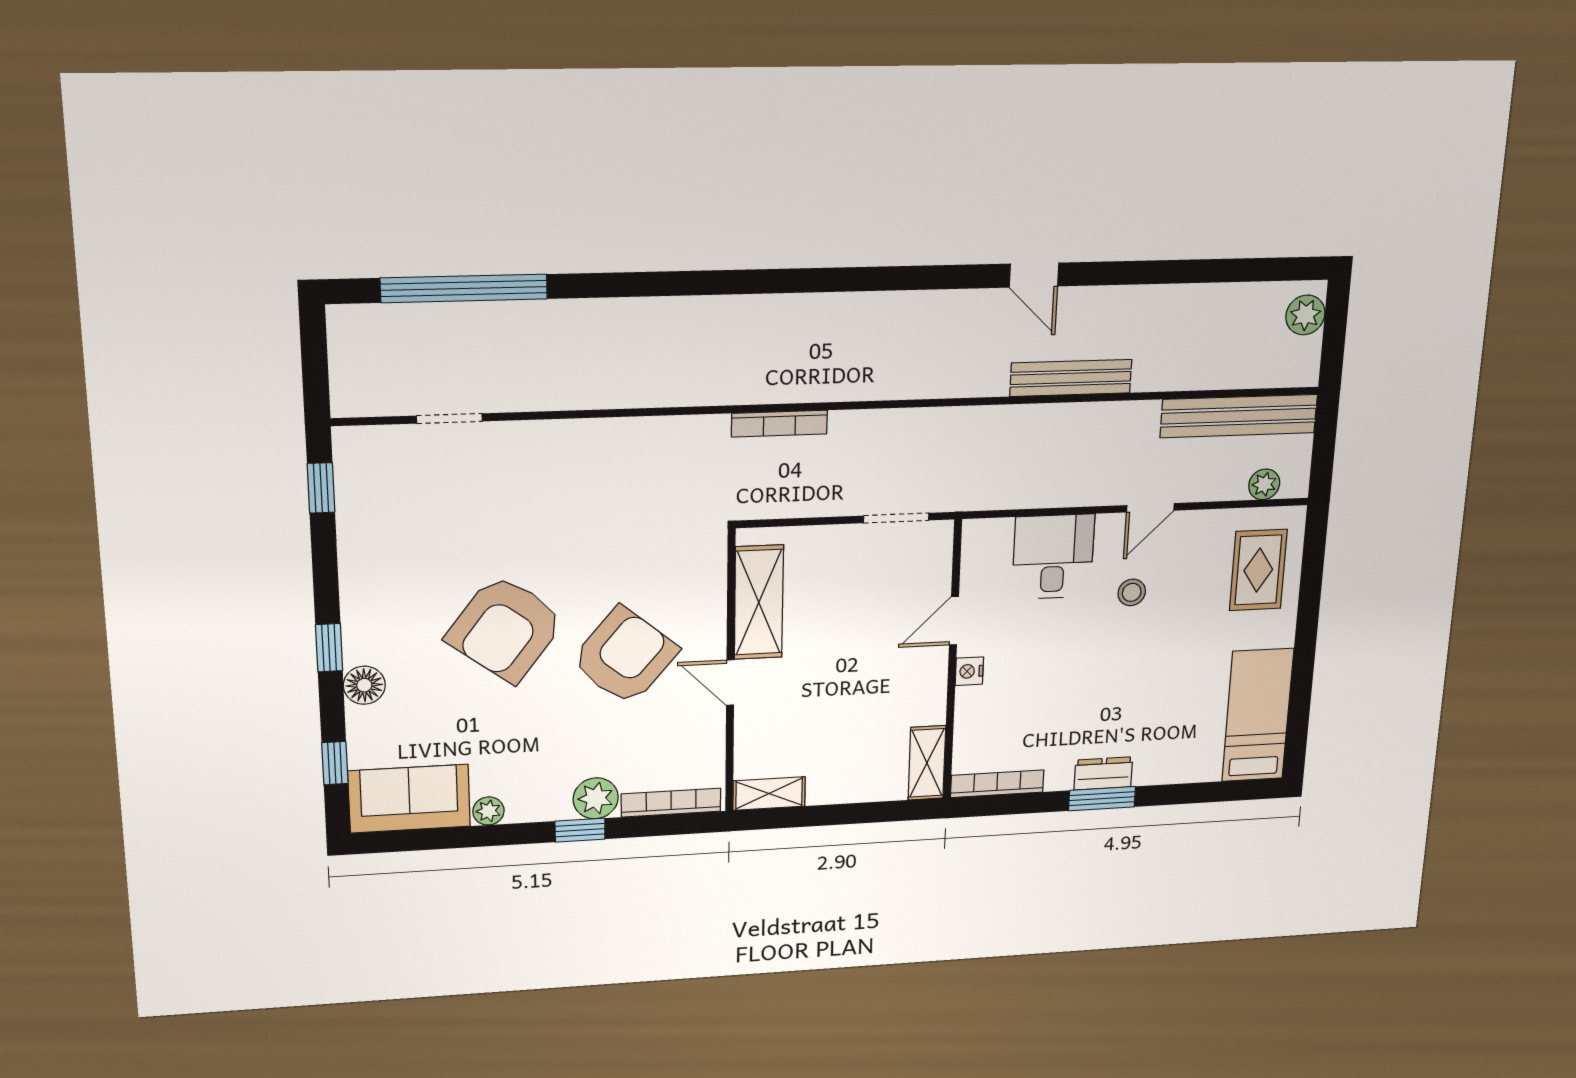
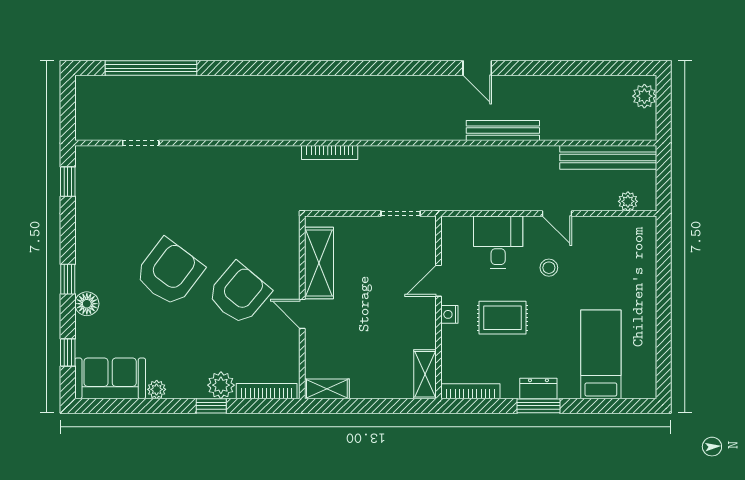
door: (1150, 508) -> (557, 213), hinge flipped
rug: (1258, 570) -> (502, 318), moved, turned 90
armchair: (505, 629) -> (169, 272), turned 180
bed: (1258, 715) -> (601, 354), moved

